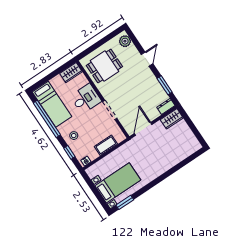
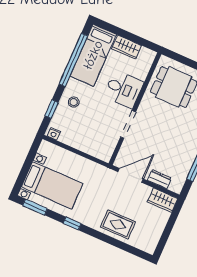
wardrobe: (71, 73) -> (126, 47), moved
dresser: (166, 106) -> (159, 179), moved
cot: (106, 145) -> (86, 145), removed
rug: (169, 157) -> (118, 224), added
window: (150, 185) -> (72, 224), added

